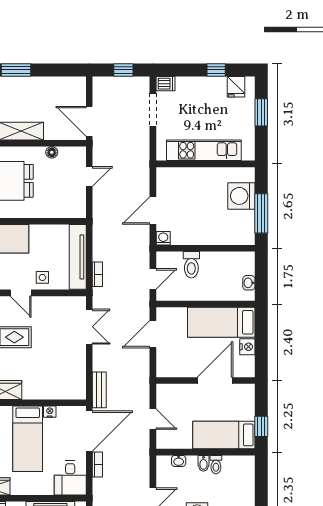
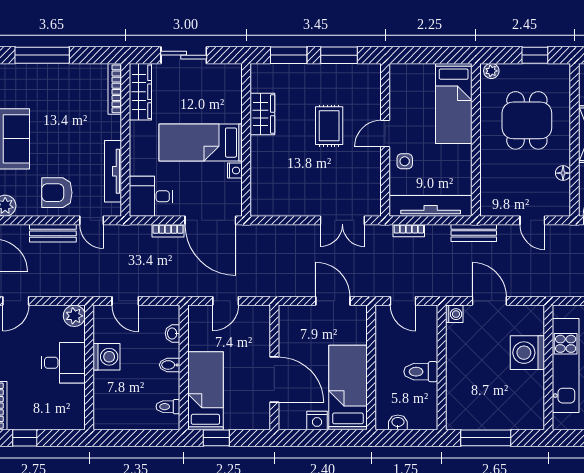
washing machine: (241, 196) -> (527, 353), moved, turned -90
toilet: (191, 265) -> (421, 372), moved
bench: (99, 390) -> (474, 233), moved
toilet: (216, 465) -> (168, 407), moved

